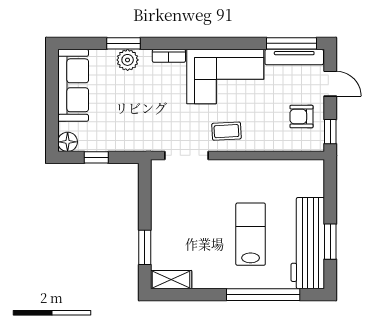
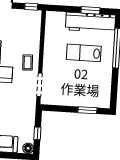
armchair: (301, 117) -> (22, 22), removed
shelving: (171, 280) -> (106, 97), removed

